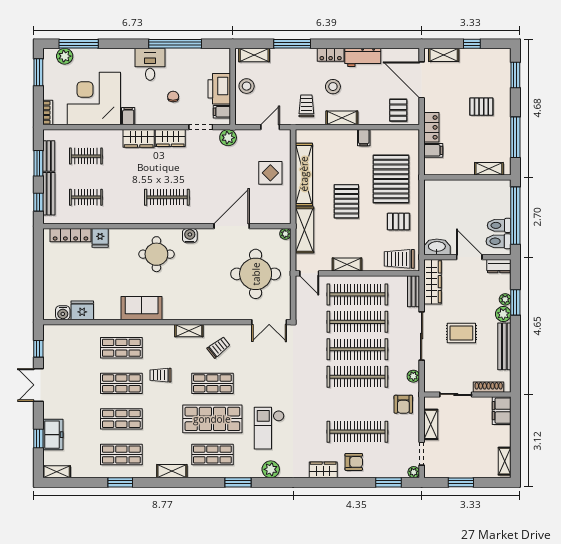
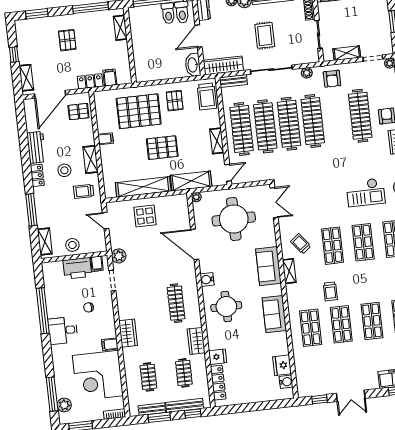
wardrobe: (170, 138) -> (196, 341), moved, turned 180
sofa: (197, 308) -> (268, 266), added
armchair: (403, 404) -> (332, 79), turned 90
shop shelf: (212, 419) -> (363, 242), width x0.70, depth x0.74

